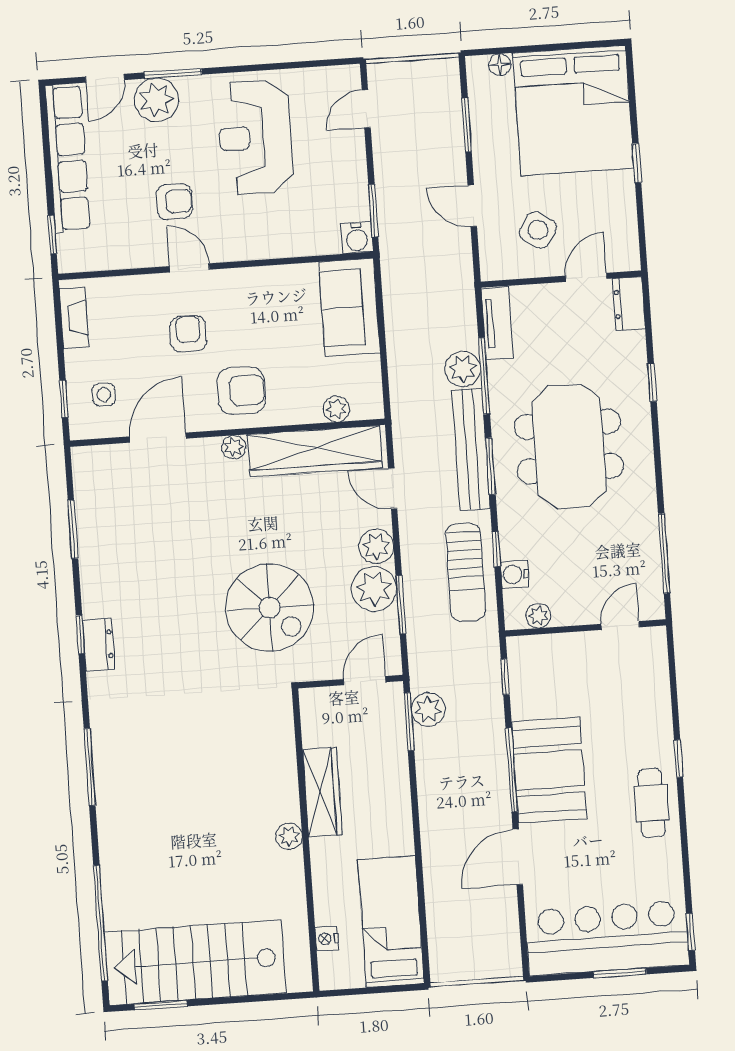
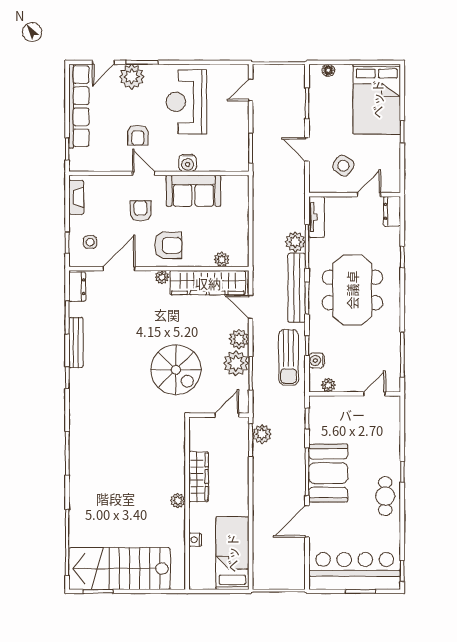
bed: (573, 110) -> (377, 99), width x0.73
armchair: (174, 202) -> (138, 135), turned 90
water cooler: (357, 238) -> (188, 163), moved
sofa: (349, 307) -> (193, 191), moved, turned -90
bench: (91, 572) -> (76, 343), added
dresser: (99, 645) -> (77, 287), moved
nightstand: (327, 939) -> (195, 540), moved

